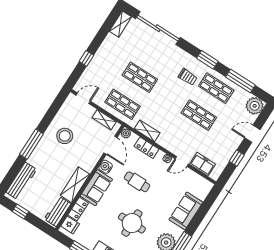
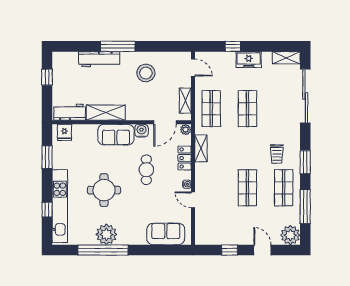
freezer: (203, 164) -> (249, 60), moved, turned 90
workbench: (21, 181) -> (99, 59), moved
locker: (78, 209) -> (85, 130), removed
sofa: (186, 211) -> (166, 234), moved

